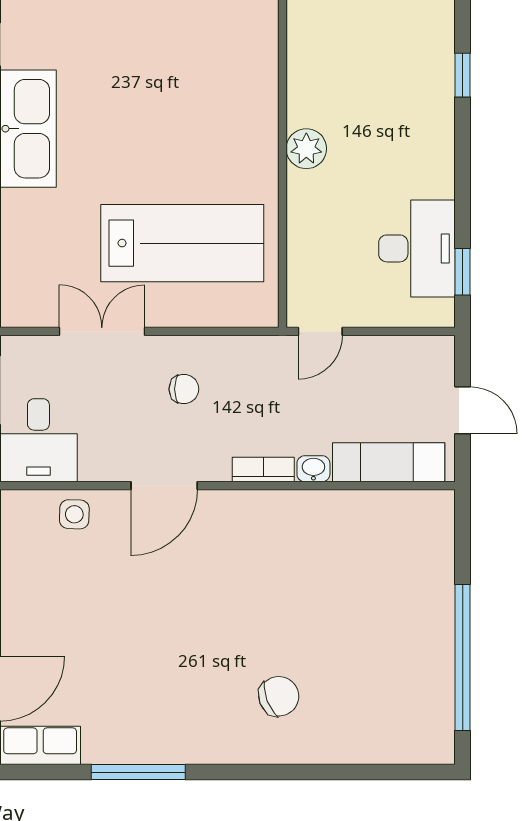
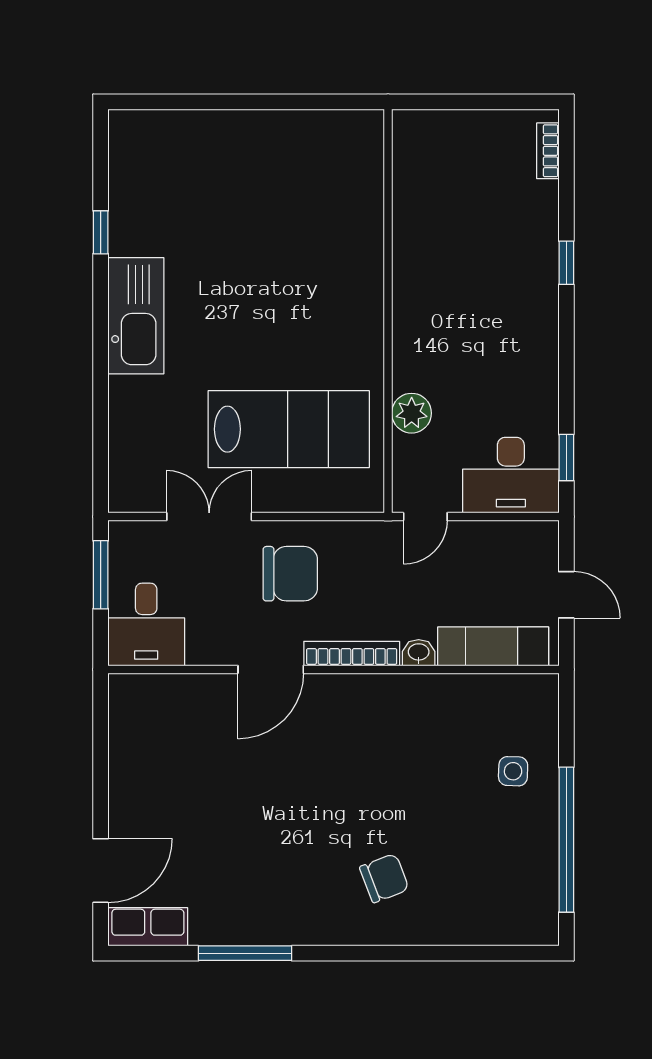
plant: (306, 149) -> (412, 413), moved
desk: (417, 248) -> (511, 475), moved, turned 90
chair: (184, 389) -> (290, 574), width x1.87, depth x1.87
bookcase: (263, 470) -> (352, 654), width x1.56
side table: (74, 514) -> (513, 771), moved

